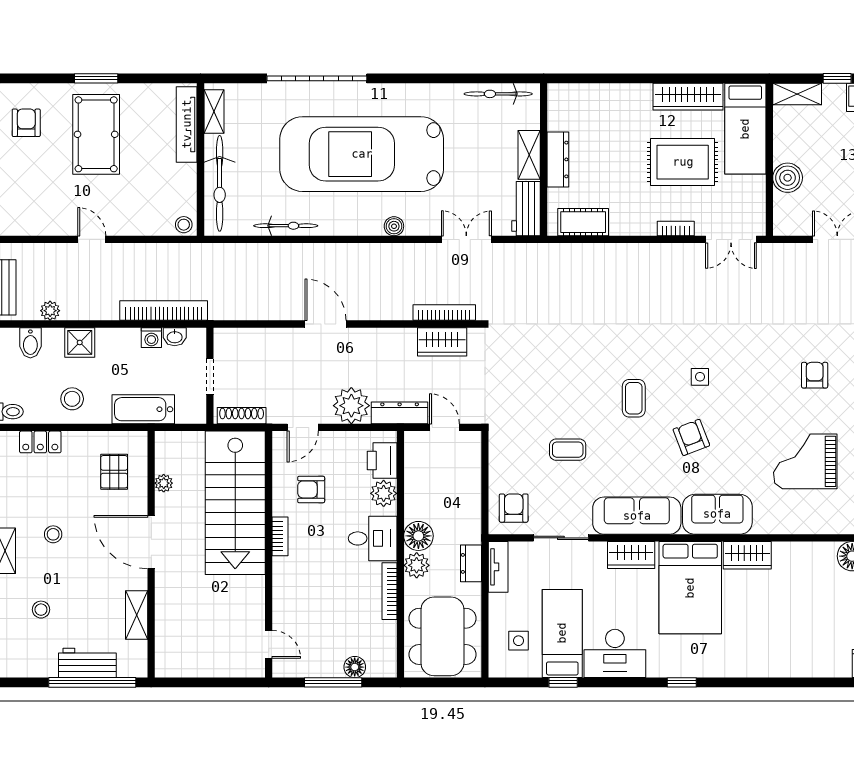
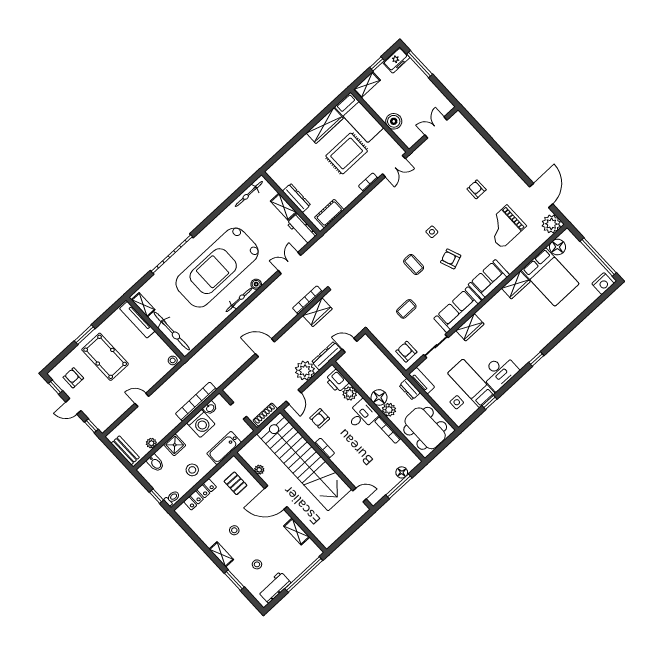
bicycle: (286, 226) -> (239, 300), moved
washing machine: (151, 338) -> (201, 424), width x1.89, depth x1.89
locker: (40, 442) -> (200, 494), width x1.53
stairs: (235, 503) -> (304, 462), width x1.36
bed: (690, 588) -> (550, 277), moved
workbench: (87, 663) -> (274, 587), moved

